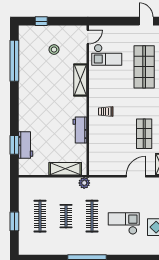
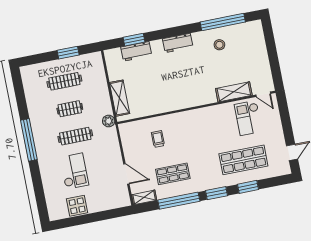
window: (41, 21) -> (270, 42), removed
stool: (54, 50) -> (219, 45), moved
shelving: (80, 80) -> (234, 92), moved
trolley: (106, 111) -> (158, 139), moved
workbench: (80, 130) -> (178, 43), moved, turned 180
window: (14, 221) -> (68, 53), moved

